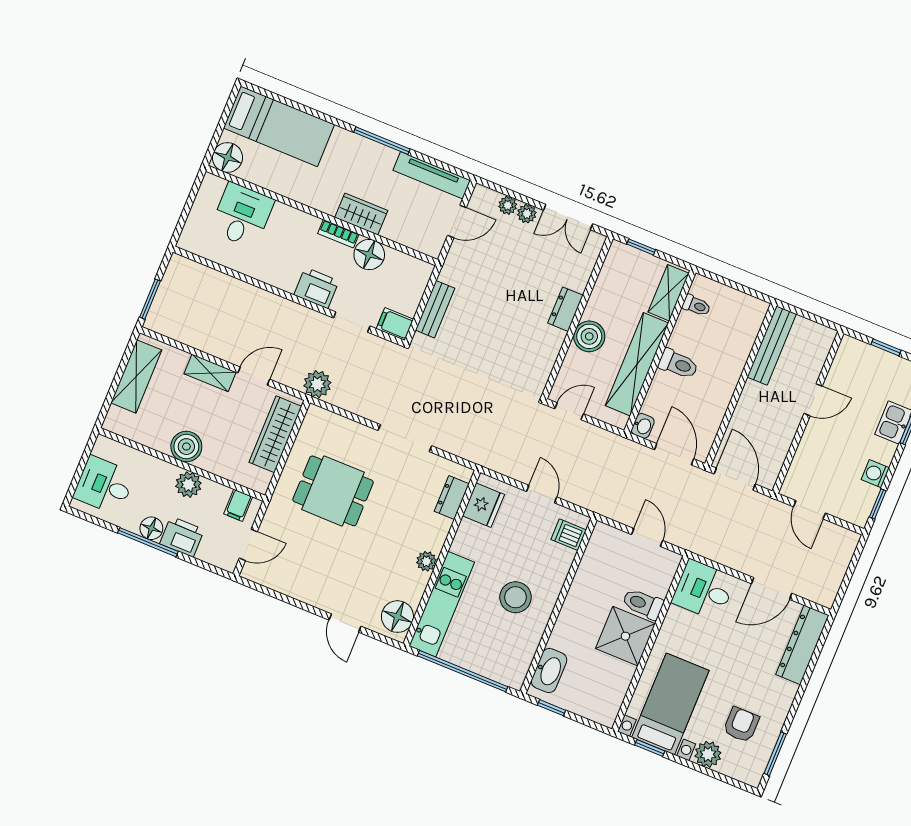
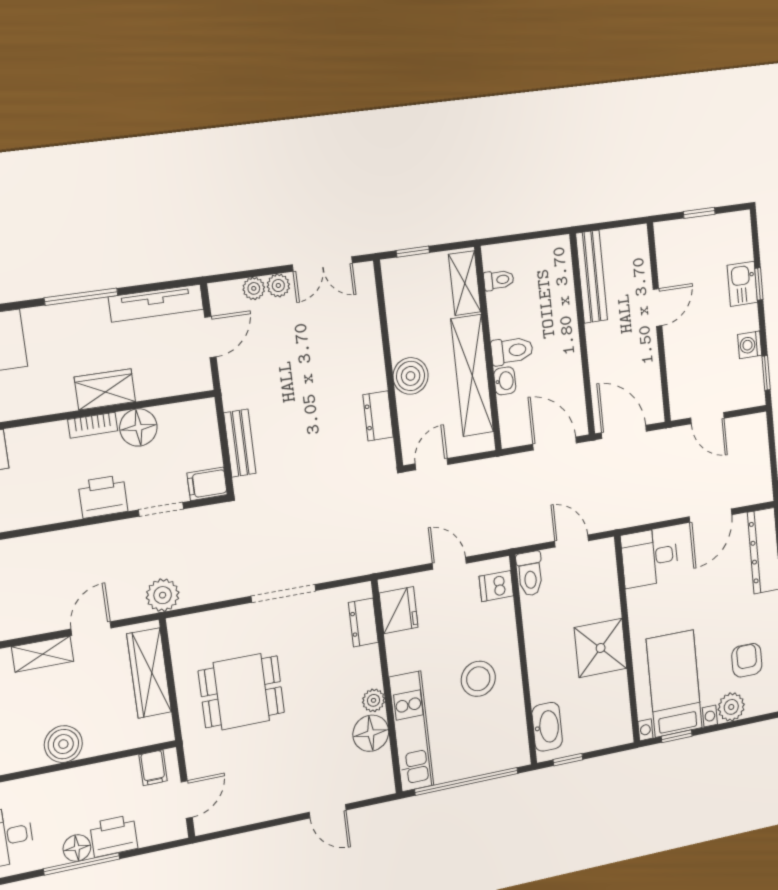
dresser: (565, 309) -> (378, 416), moved
washbasin: (643, 426) -> (505, 381), moved
plant: (188, 485) -> (89, 780), removed
toilet: (643, 604) -> (530, 574), moved, turned -90
floor lamp: (397, 617) -> (371, 733), moved

